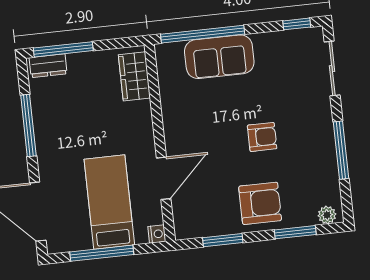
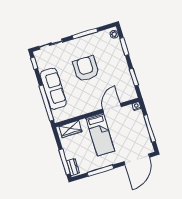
sofa: (219, 57) -> (53, 89), width x1.36
armchair: (262, 137) -> (86, 69), width x1.88, depth x1.88
door: (164, 178) -> (112, 108), hinge flipped
bed: (109, 202) -> (100, 134), moved, turned -90
armchair: (260, 203) -> (115, 64), removed

